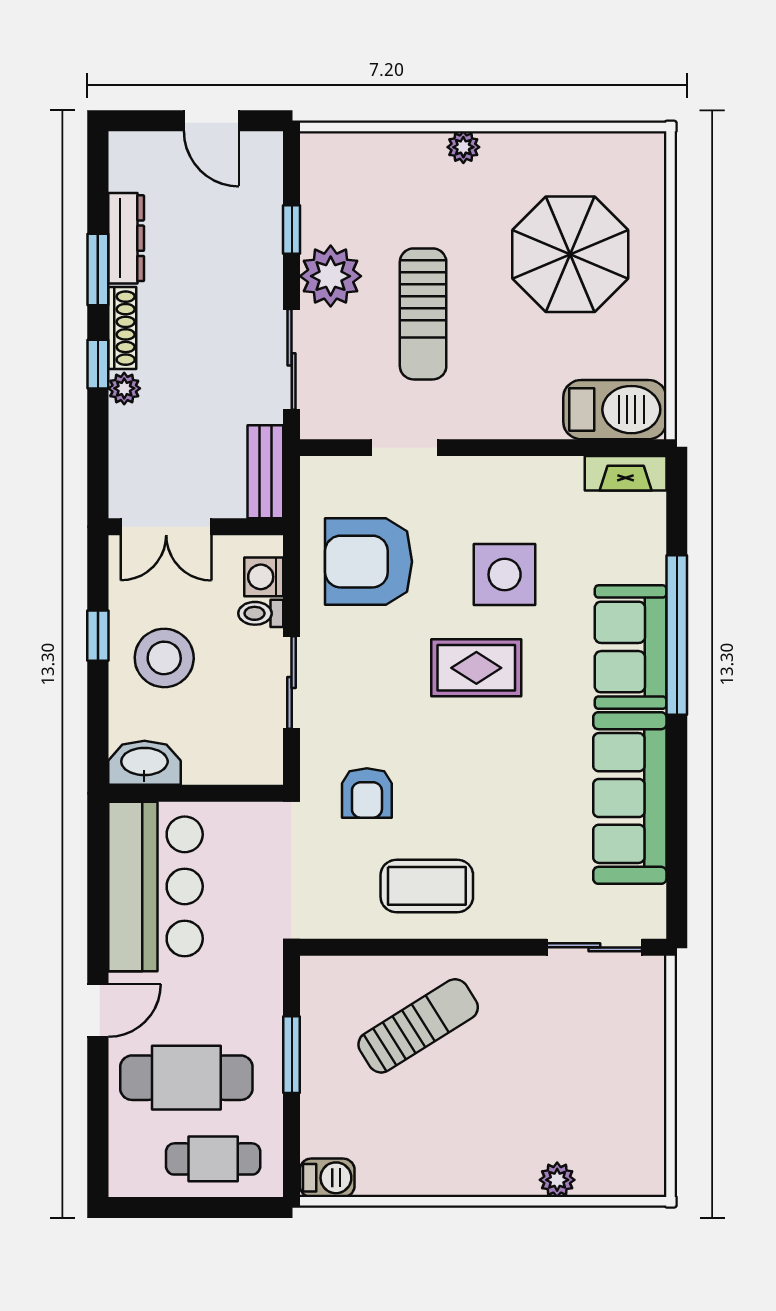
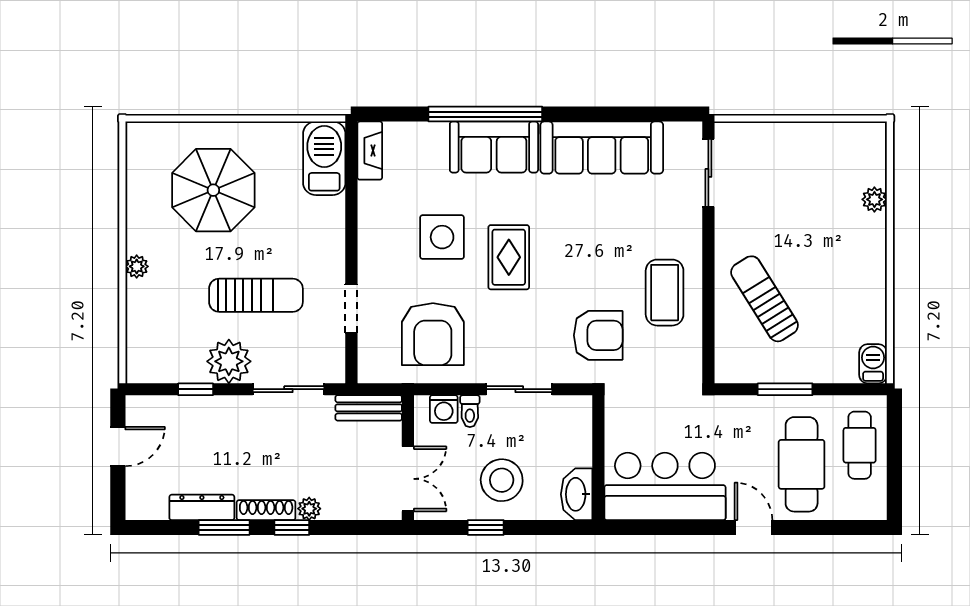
armchair: (367, 793) -> (598, 335), width x1.38, depth x1.38

